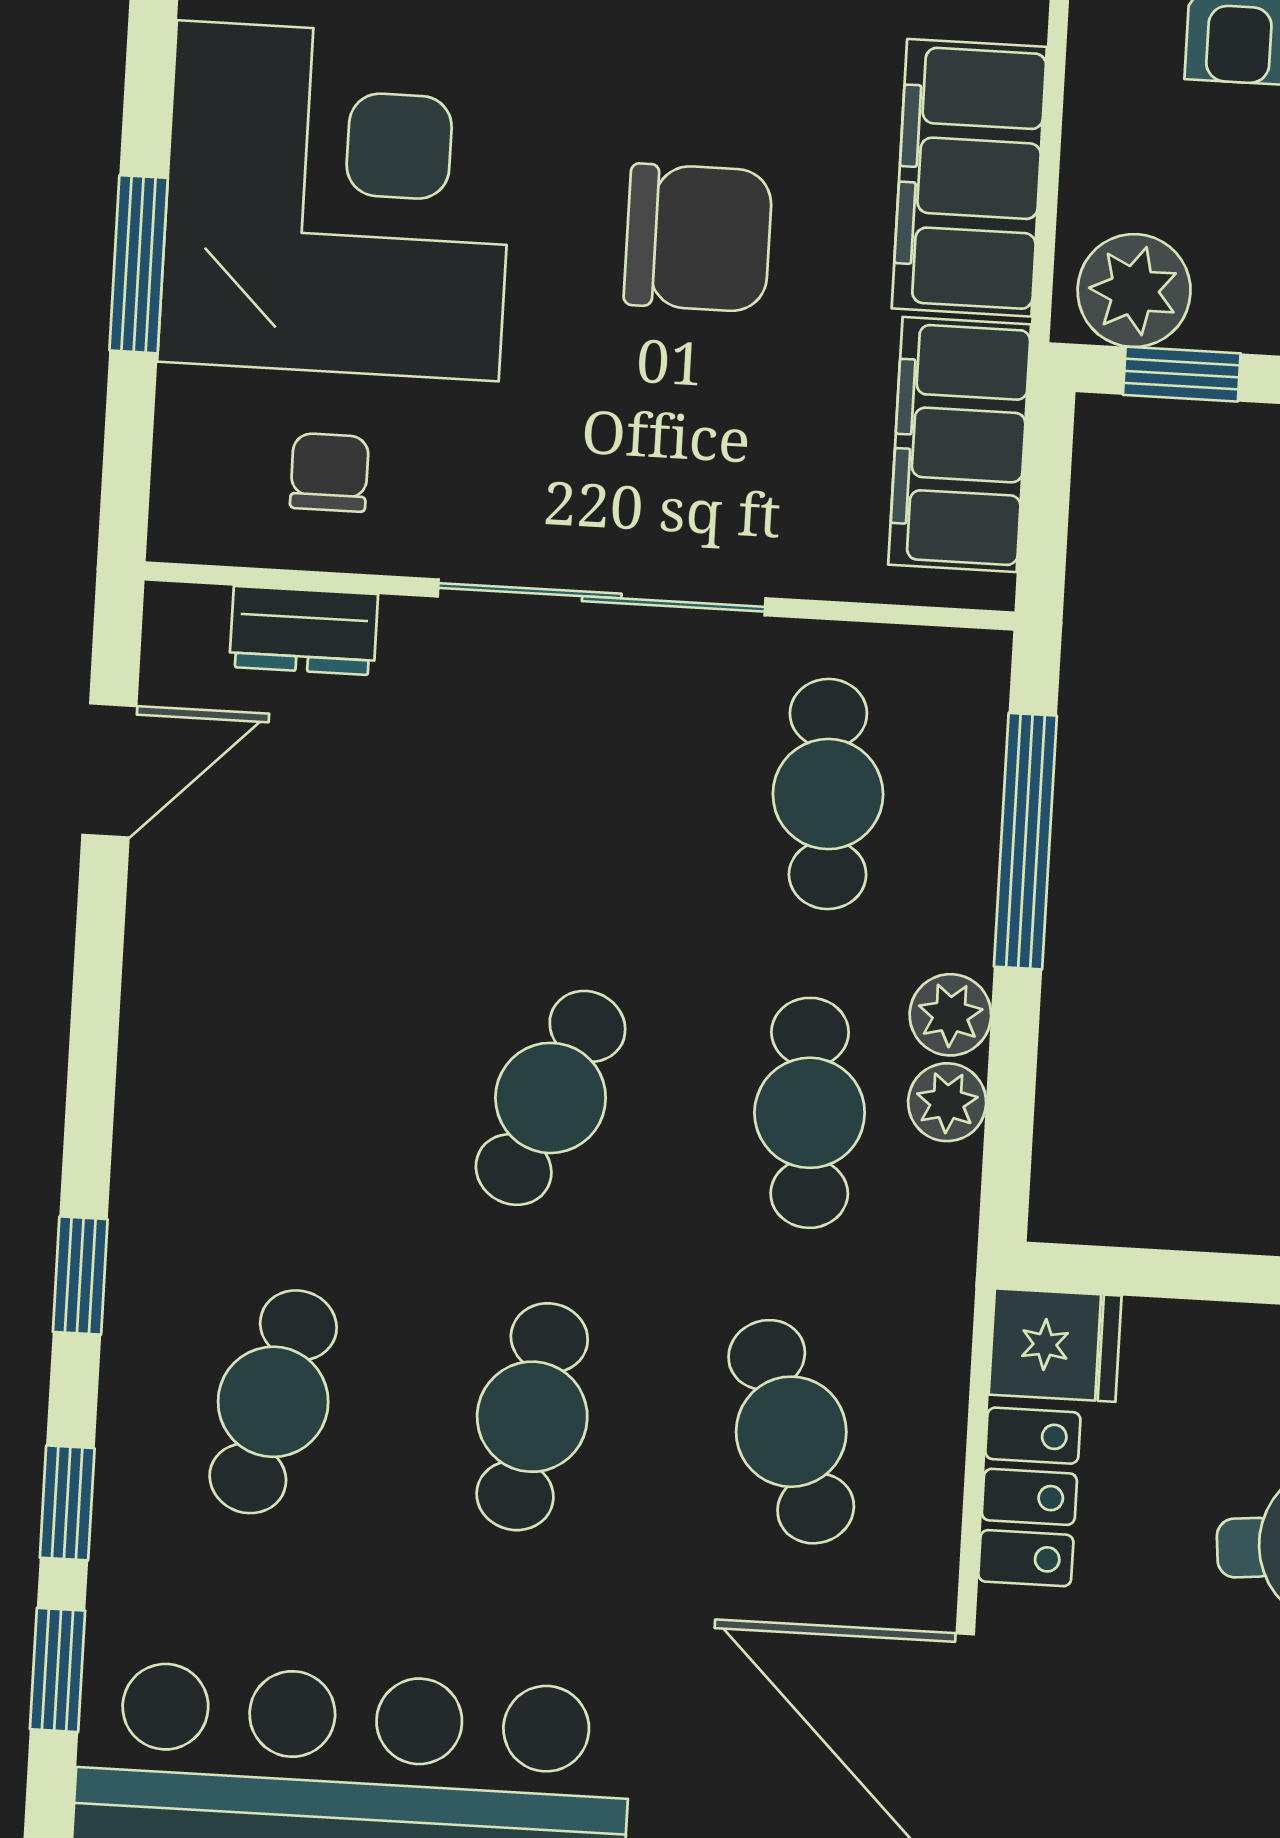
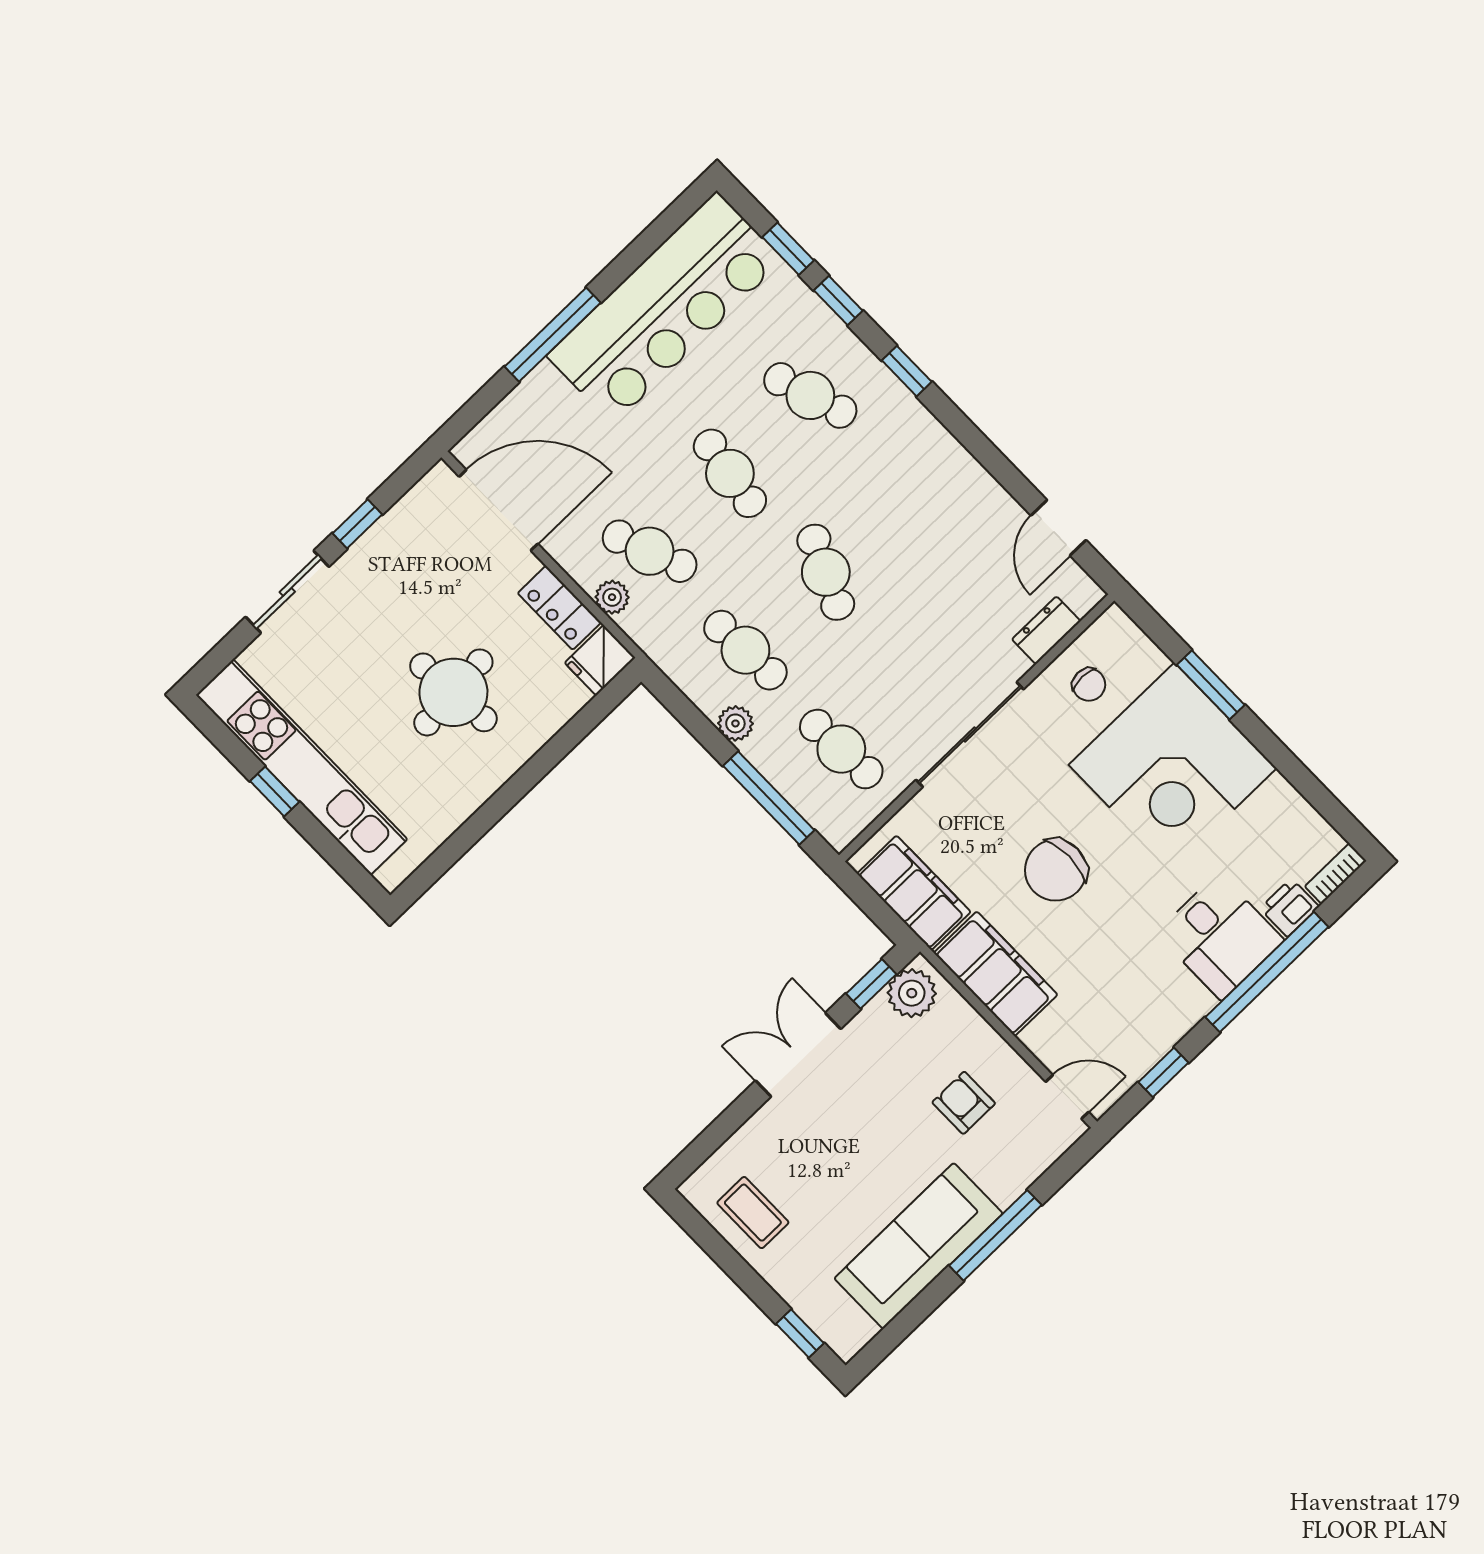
plant: (947, 1102) -> (612, 597), moved
cafe table: (273, 1402) -> (810, 395), turned -33

